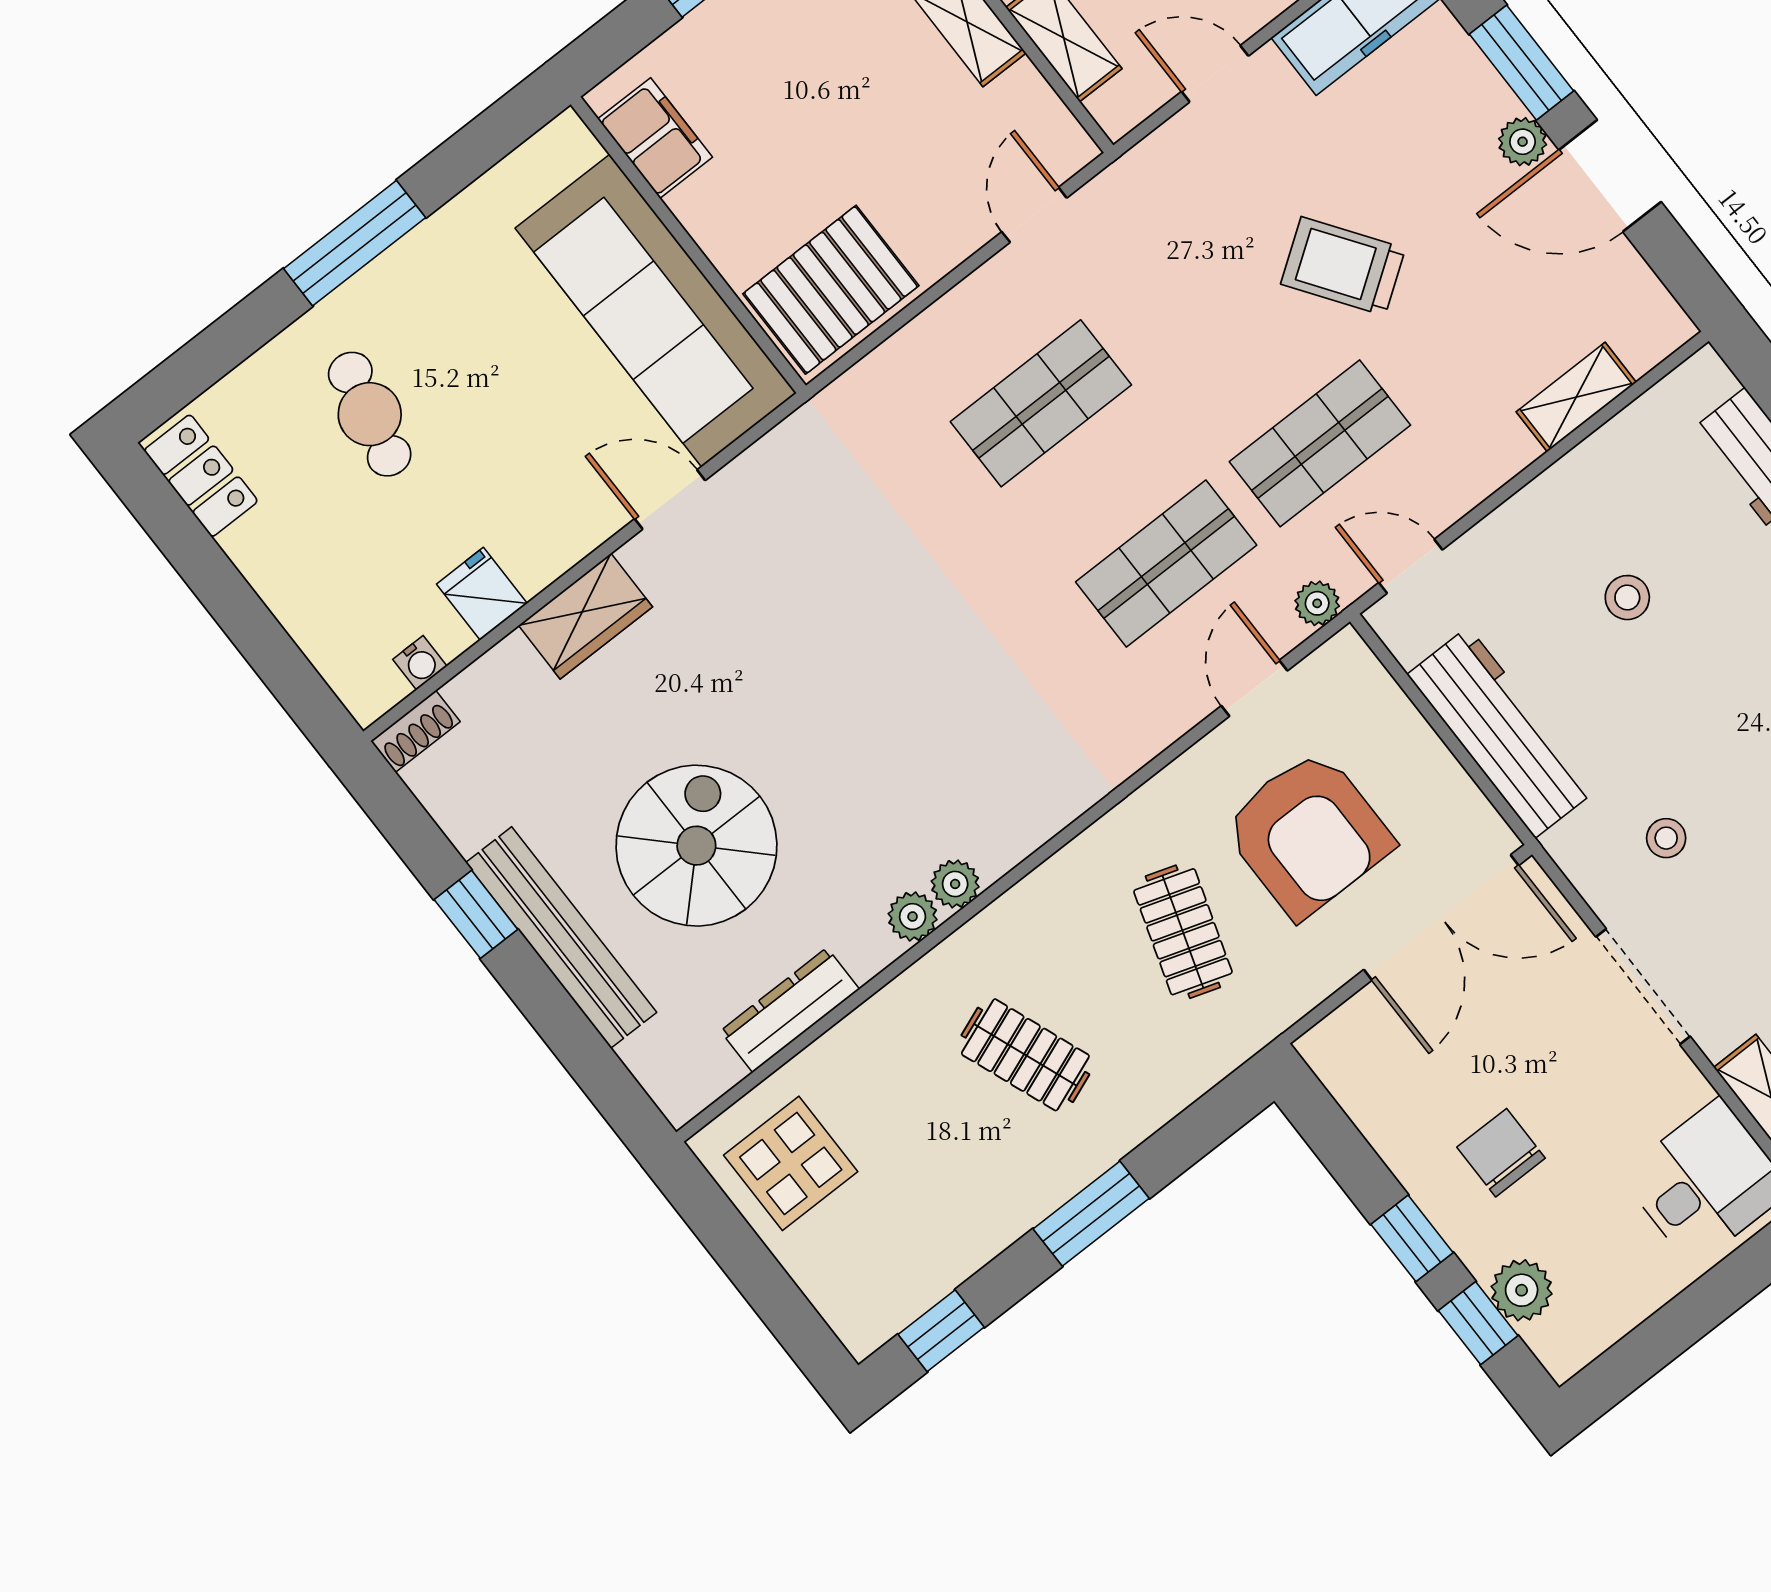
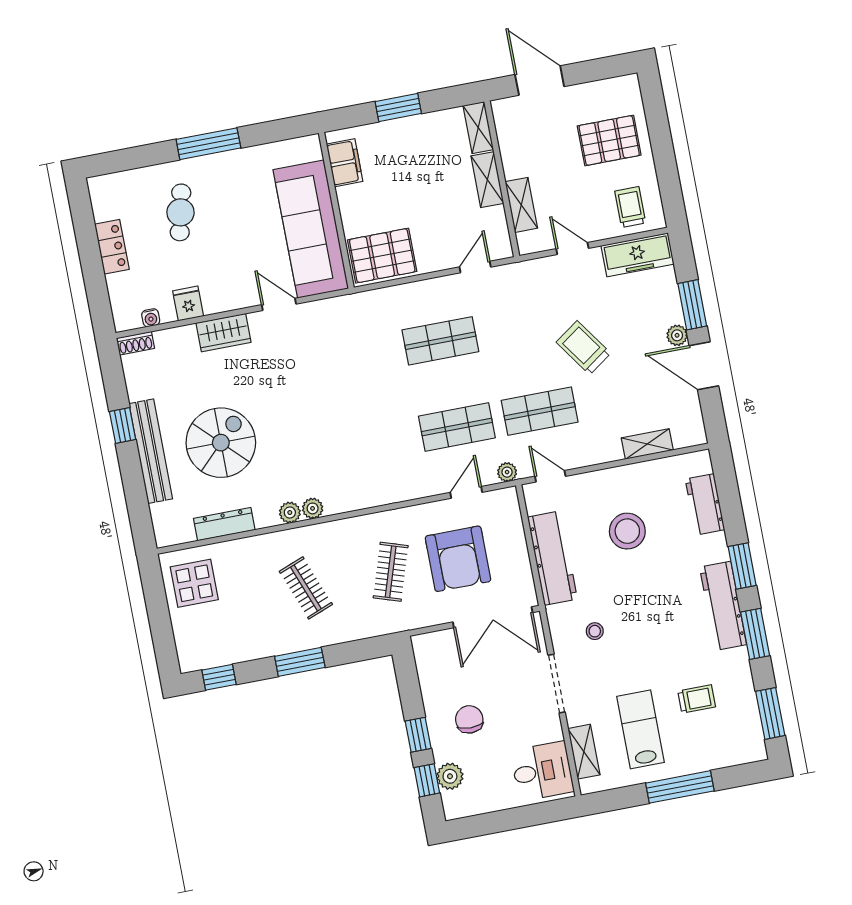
locker: (201, 476) -> (112, 247), moved
stool: (1627, 598) -> (627, 531), width x1.89, depth x1.89

